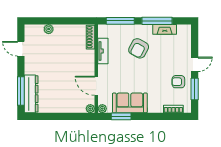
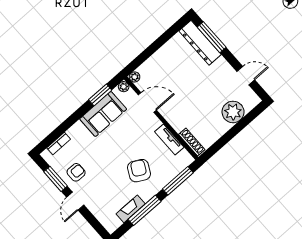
plant: (49, 29) -> (233, 112), width x1.87, depth x1.87

